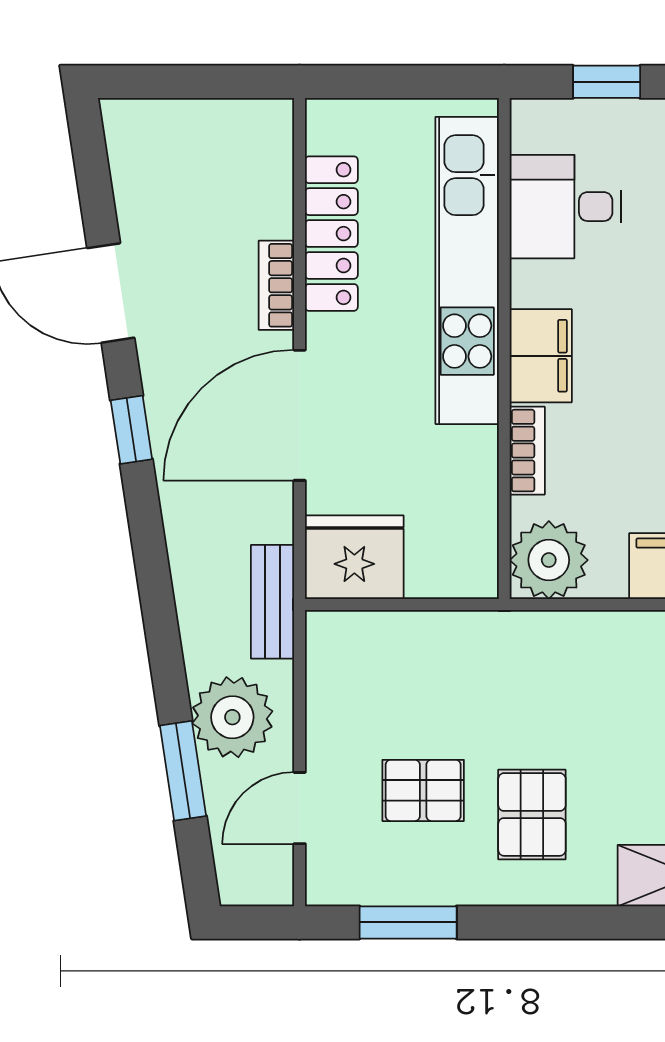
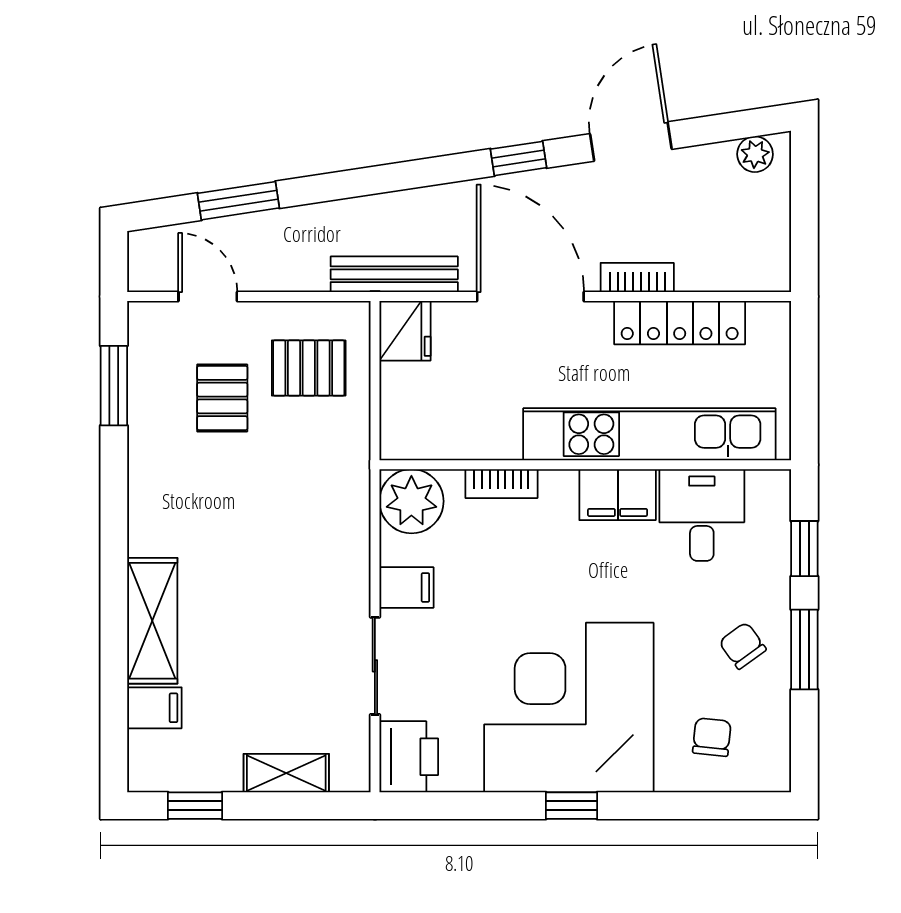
filing cabinet: (541, 356) -> (618, 495), moved
fridge: (354, 557) -> (405, 331), width x0.73, depth x0.75
bench: (272, 602) -> (394, 274), width x1.36
plant: (232, 717) -> (755, 154), moved, width x0.53, depth x0.53
pallet: (532, 814) -> (309, 368), moved

